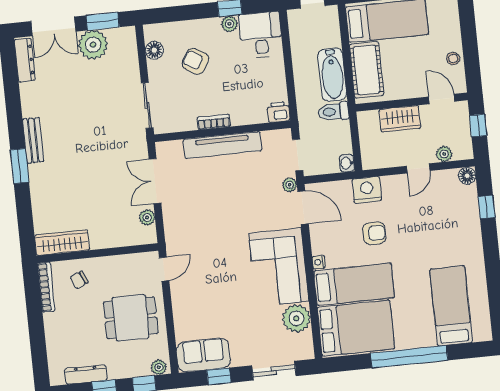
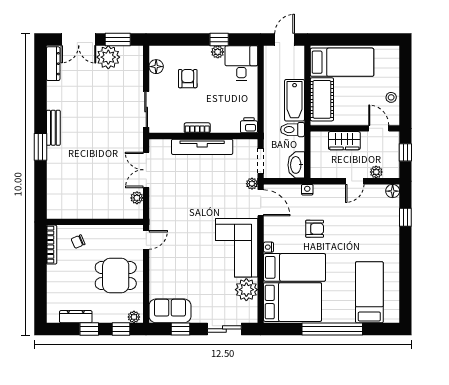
armchair: (195, 61) -> (188, 79), turned 58
washbasin: (347, 163) -> (296, 165), width x1.91, depth x1.45
nightstand: (367, 190) -> (307, 190), width x0.53, depth x0.56
wardrobe: (62, 243) -> (68, 211), removed

